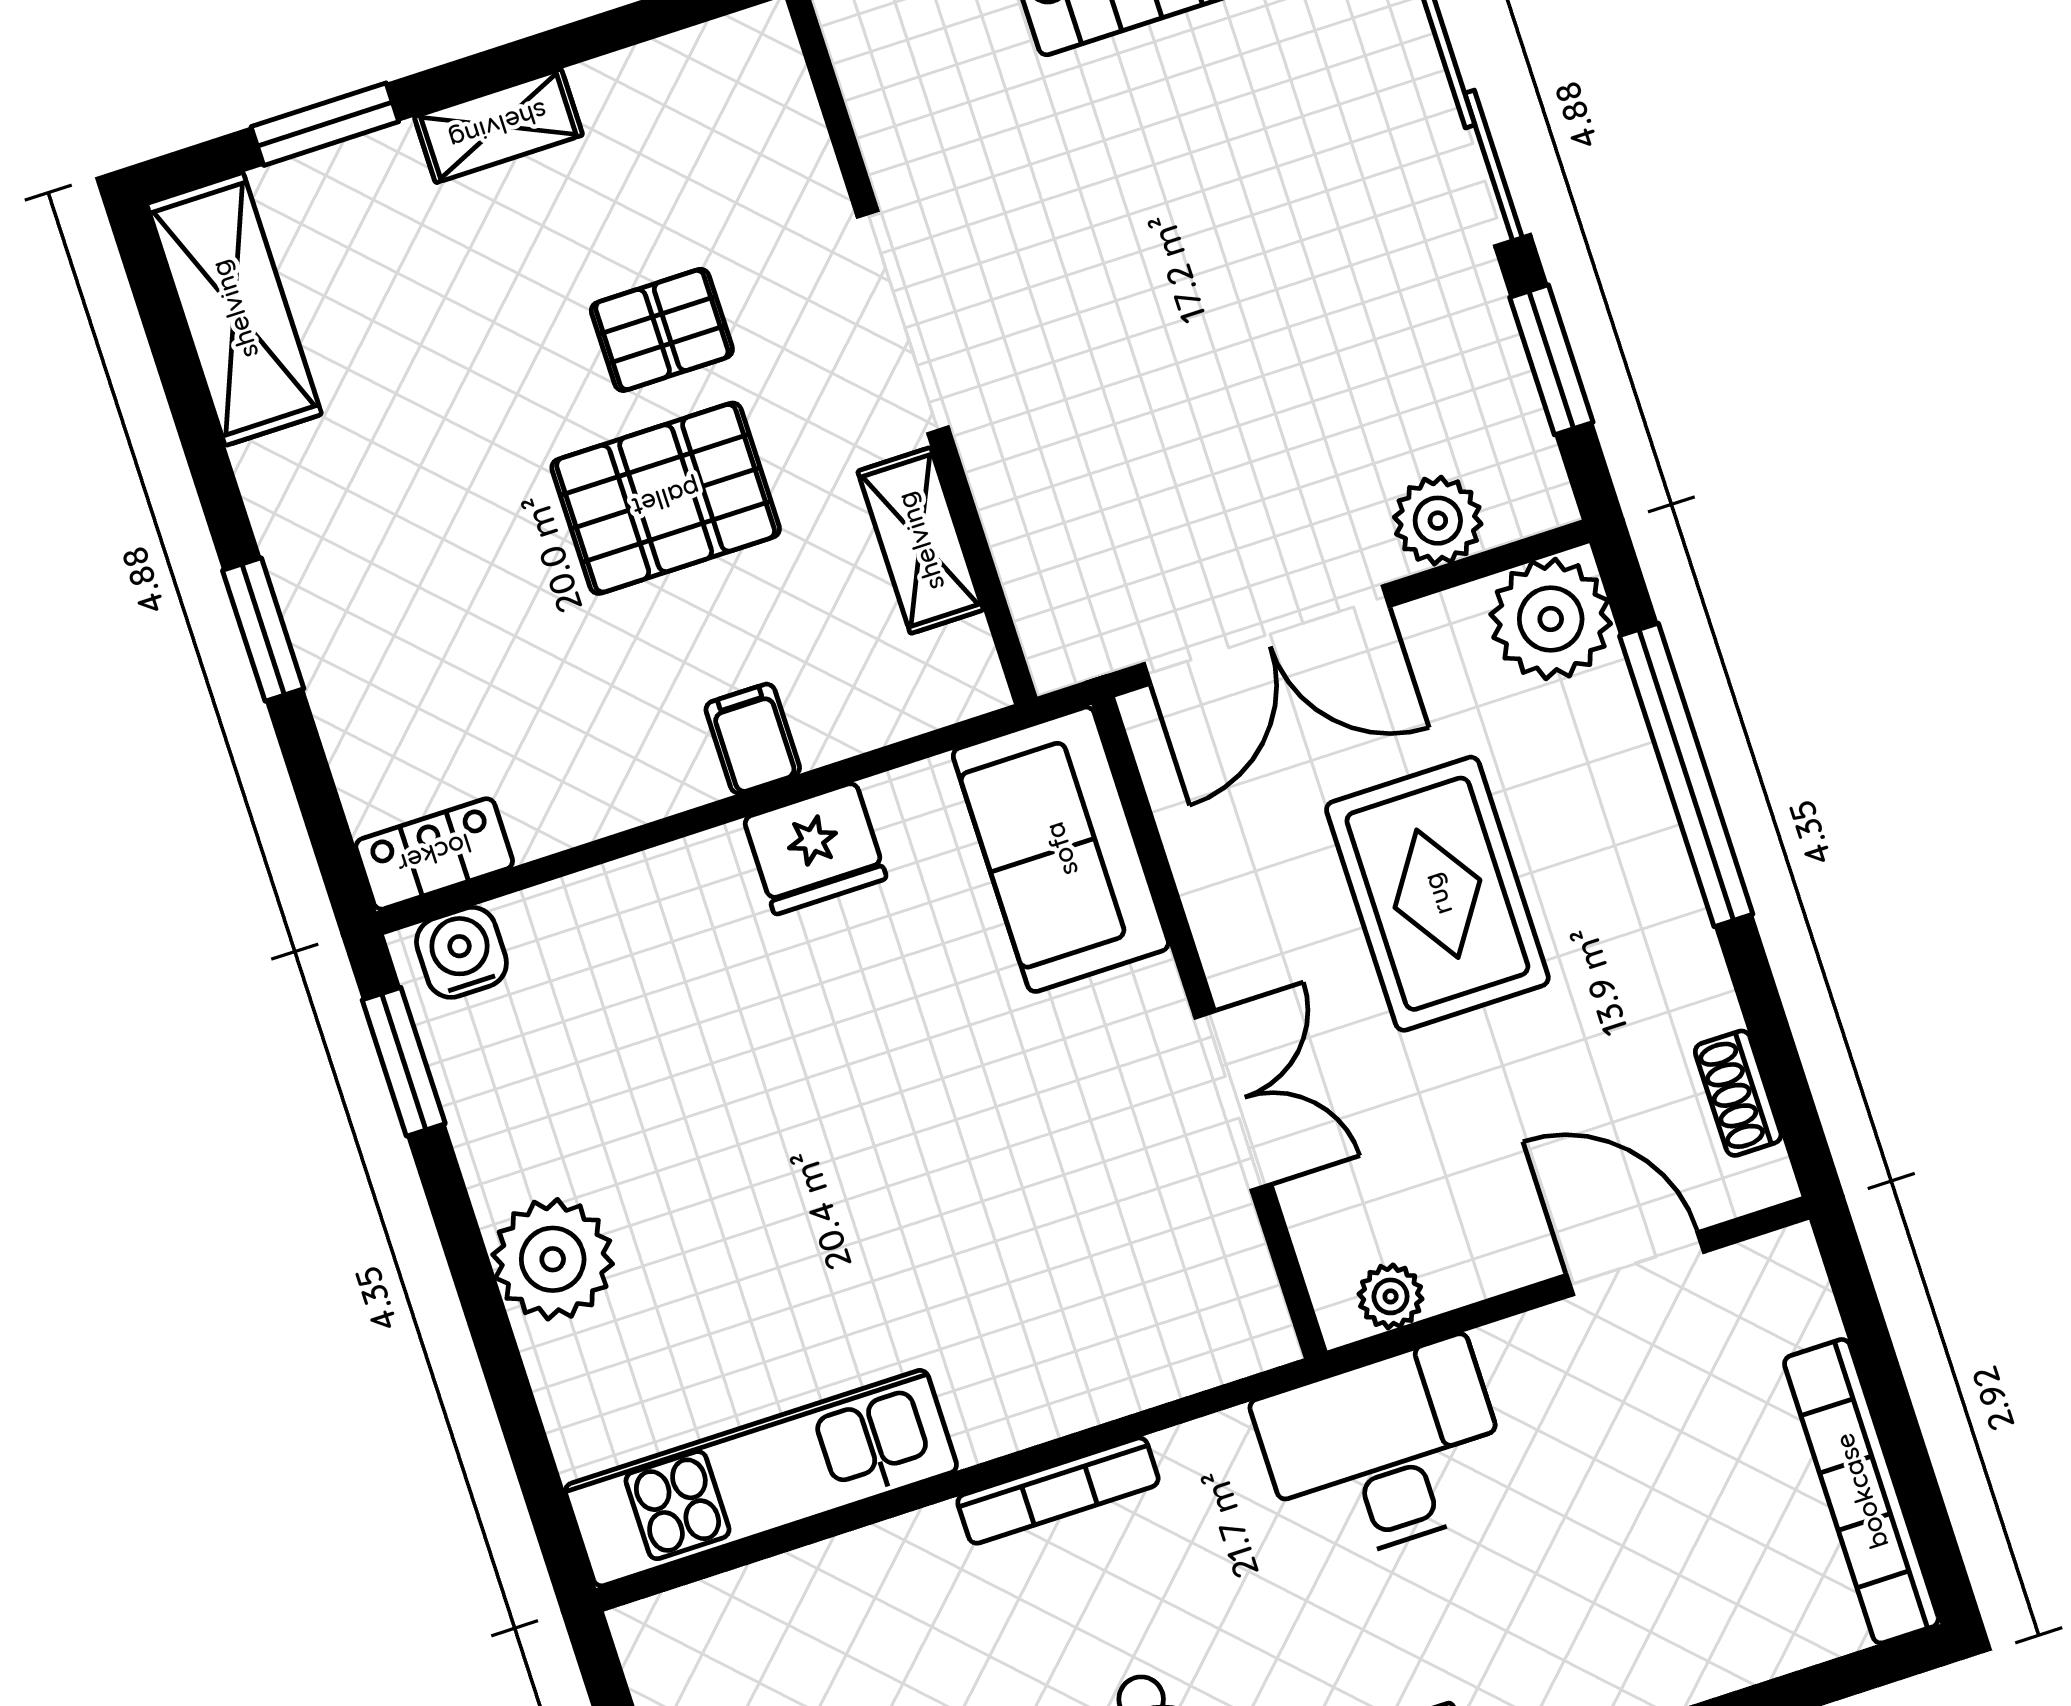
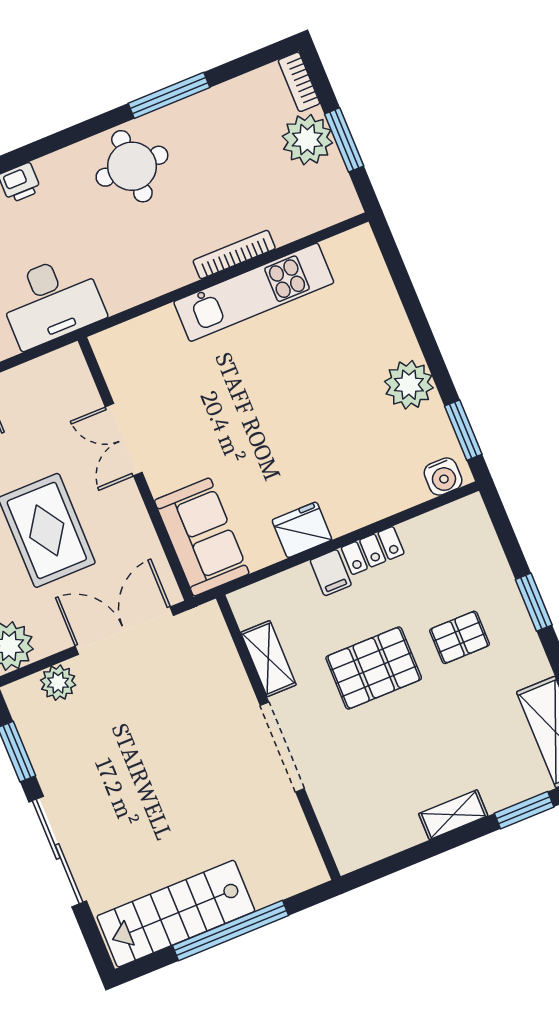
pallet: (662, 330) -> (460, 637), moved
locker: (434, 854) -> (373, 551), moved
plant: (553, 1259) -> (409, 385), moved
plant: (1391, 1296) -> (54, 365), removed
kitchen unit: (761, 1478) -> (254, 292), moved
bookcase: (1058, 1491) -> (234, 255), moved

